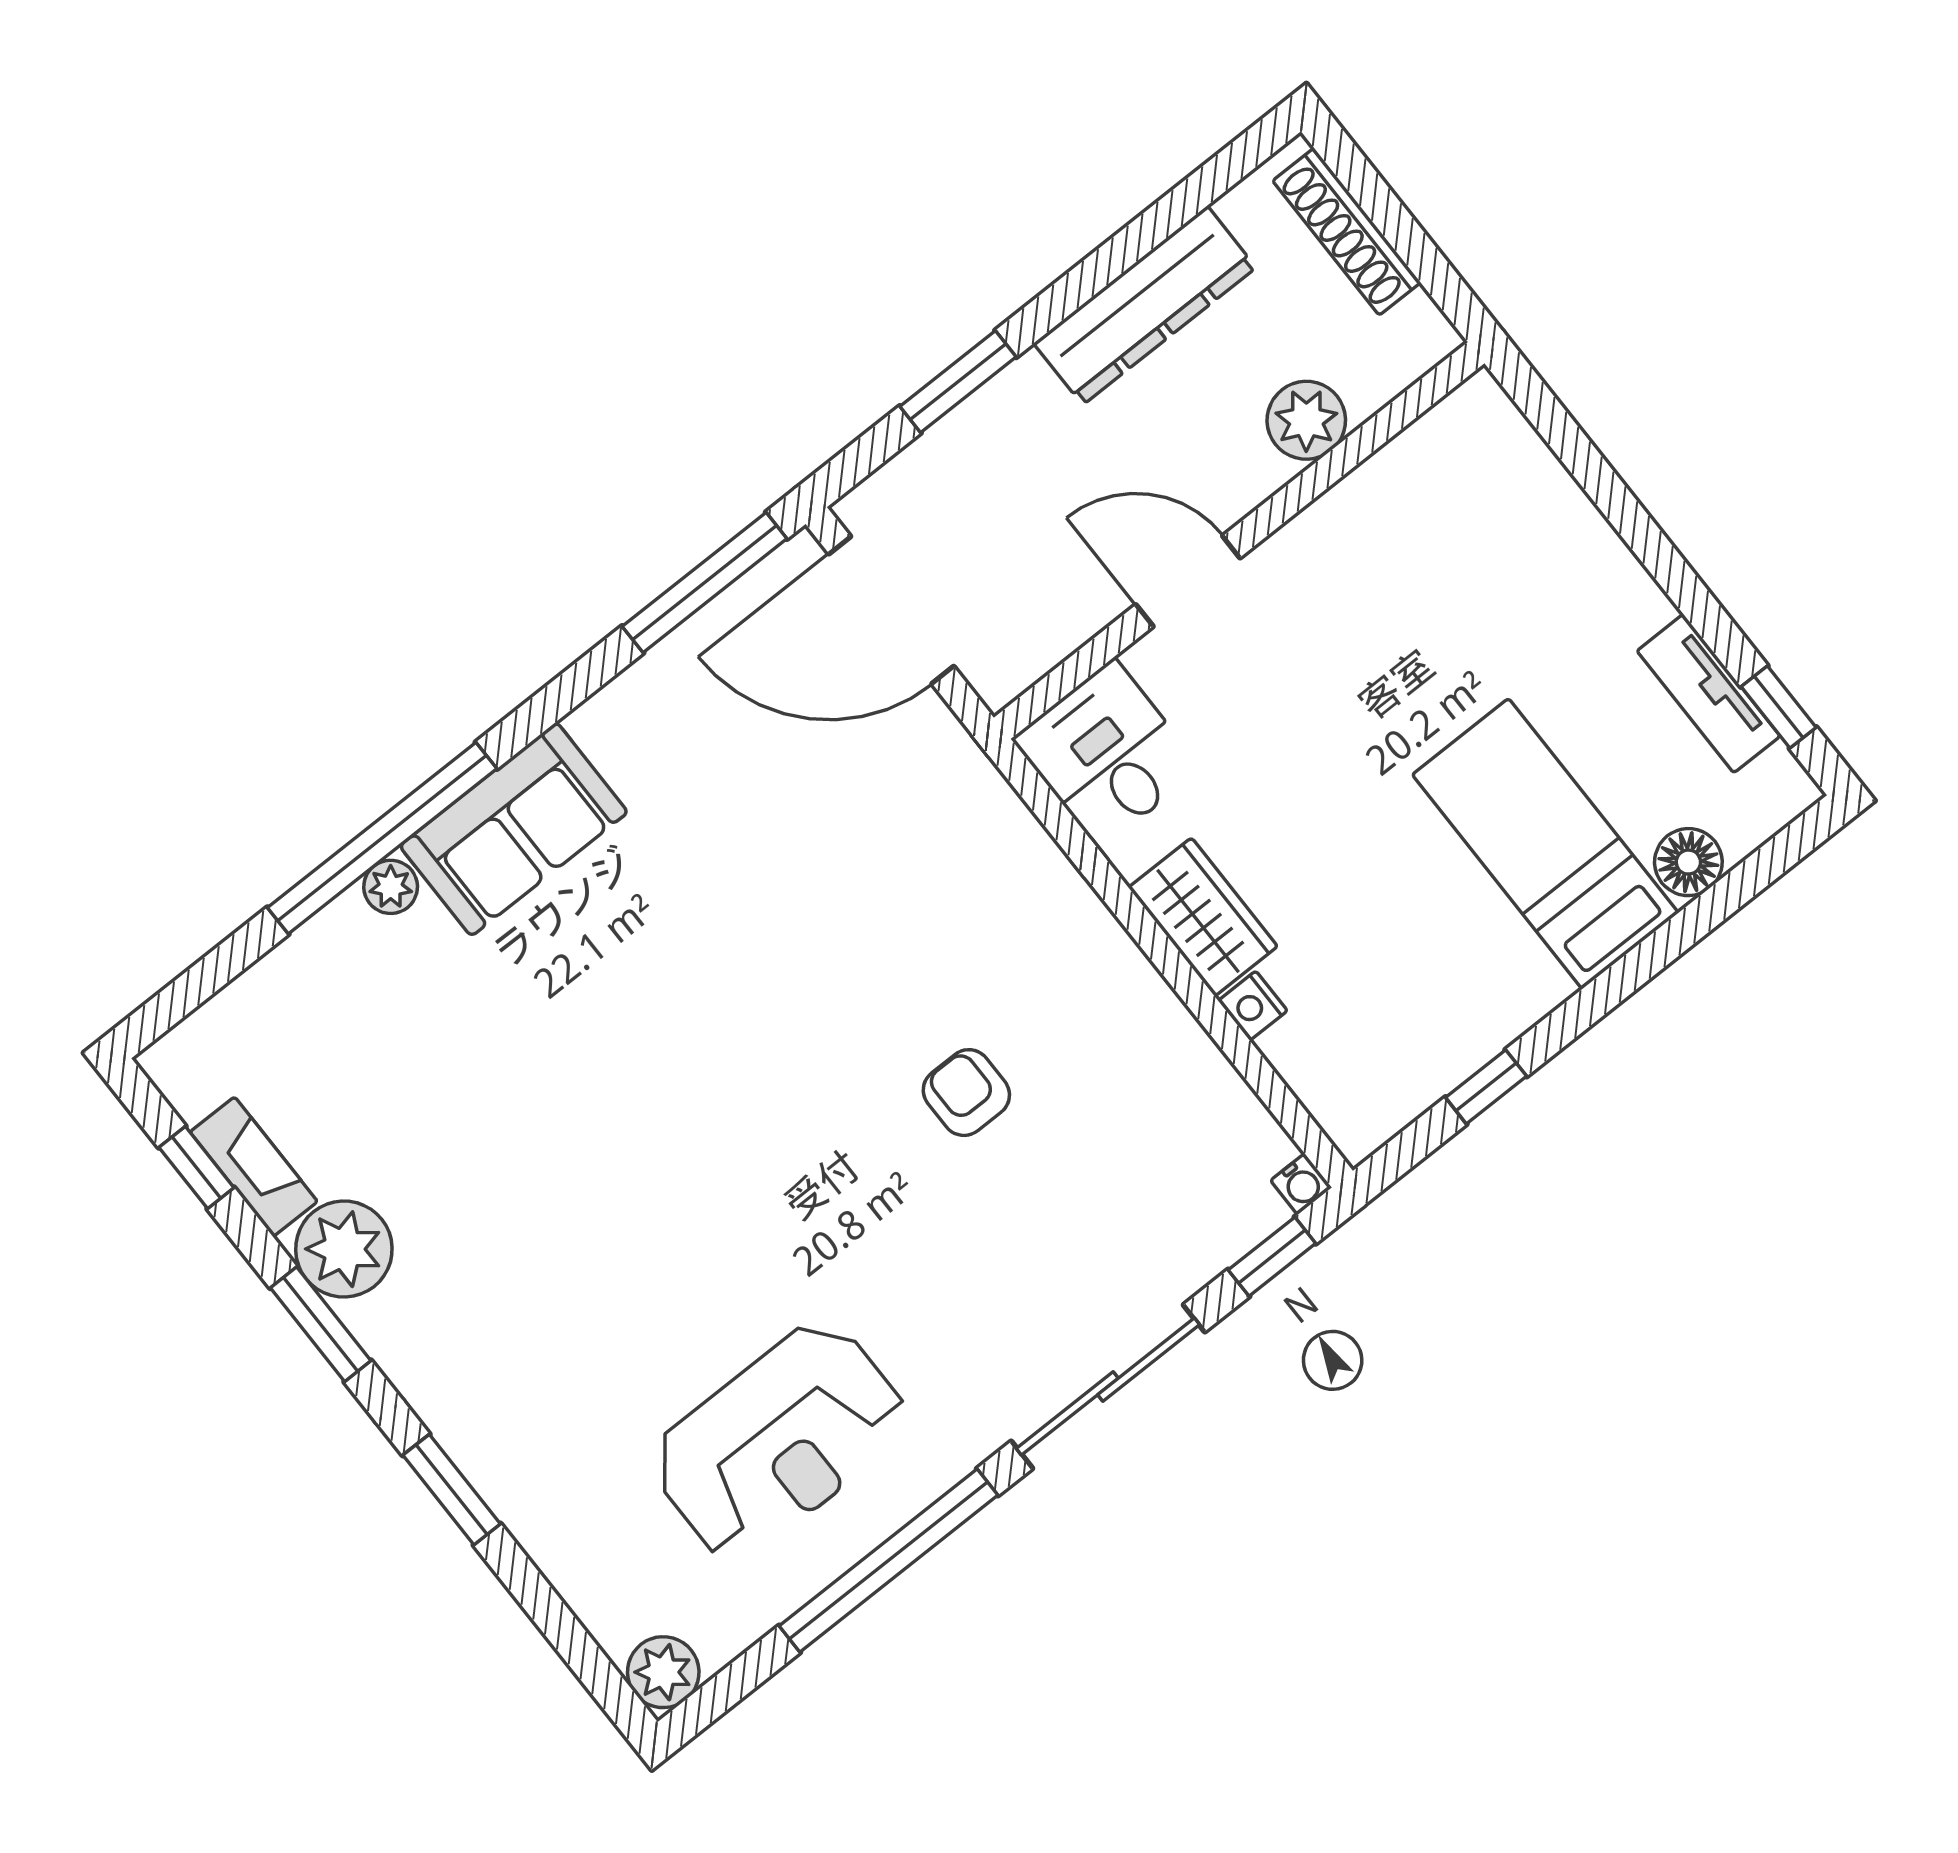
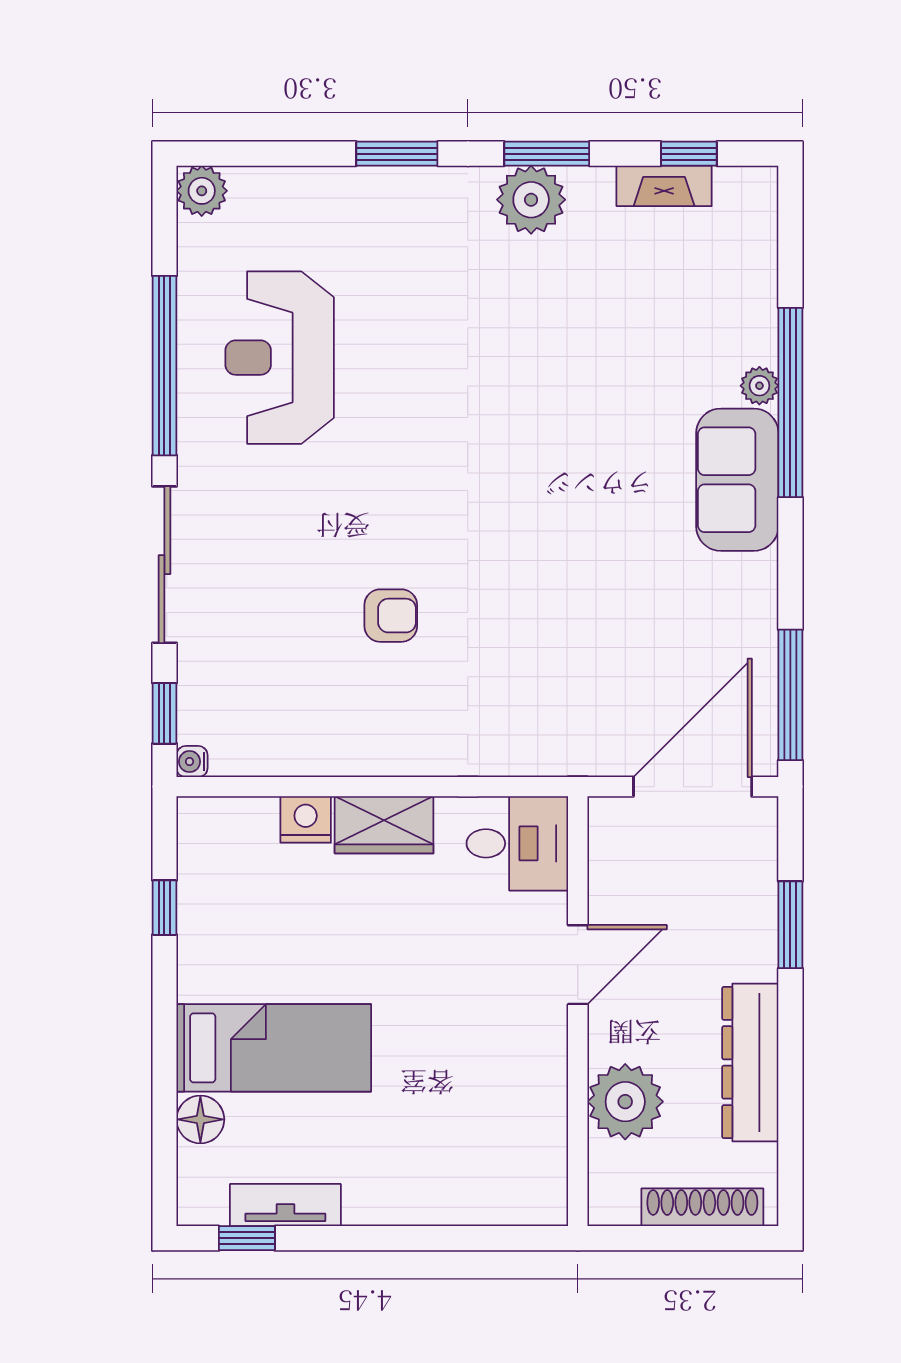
plant: (1306, 420) -> (625, 1102), width x1.36, depth x1.36
nightstand: (1253, 1006) -> (306, 819), width x1.39, depth x1.35
plant: (344, 1249) -> (531, 200), moved

